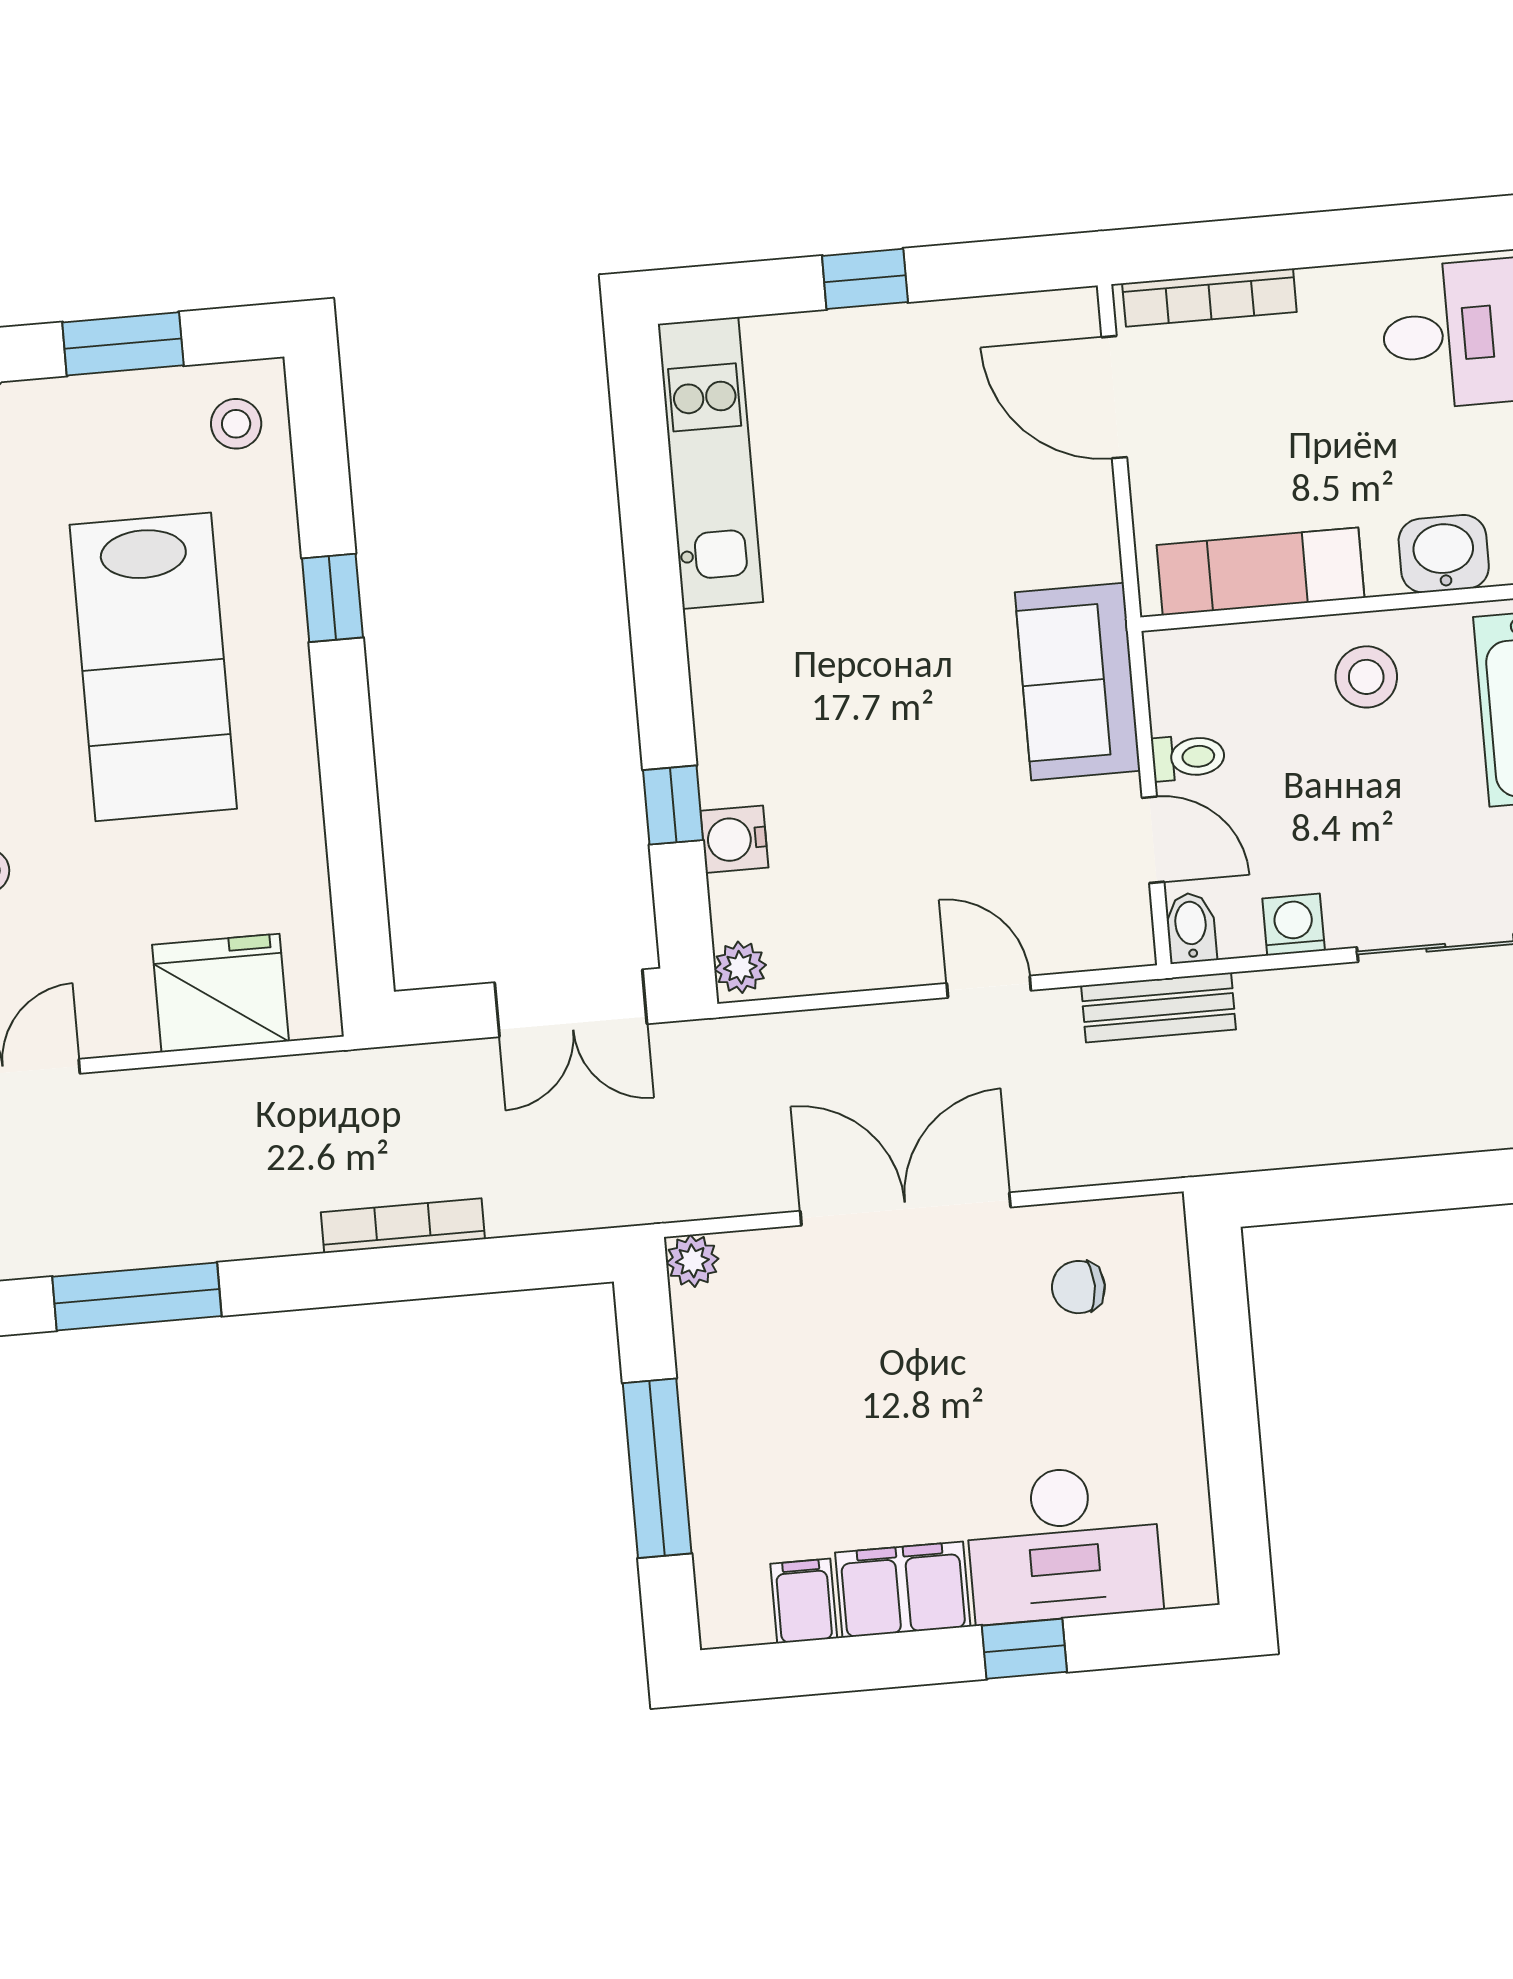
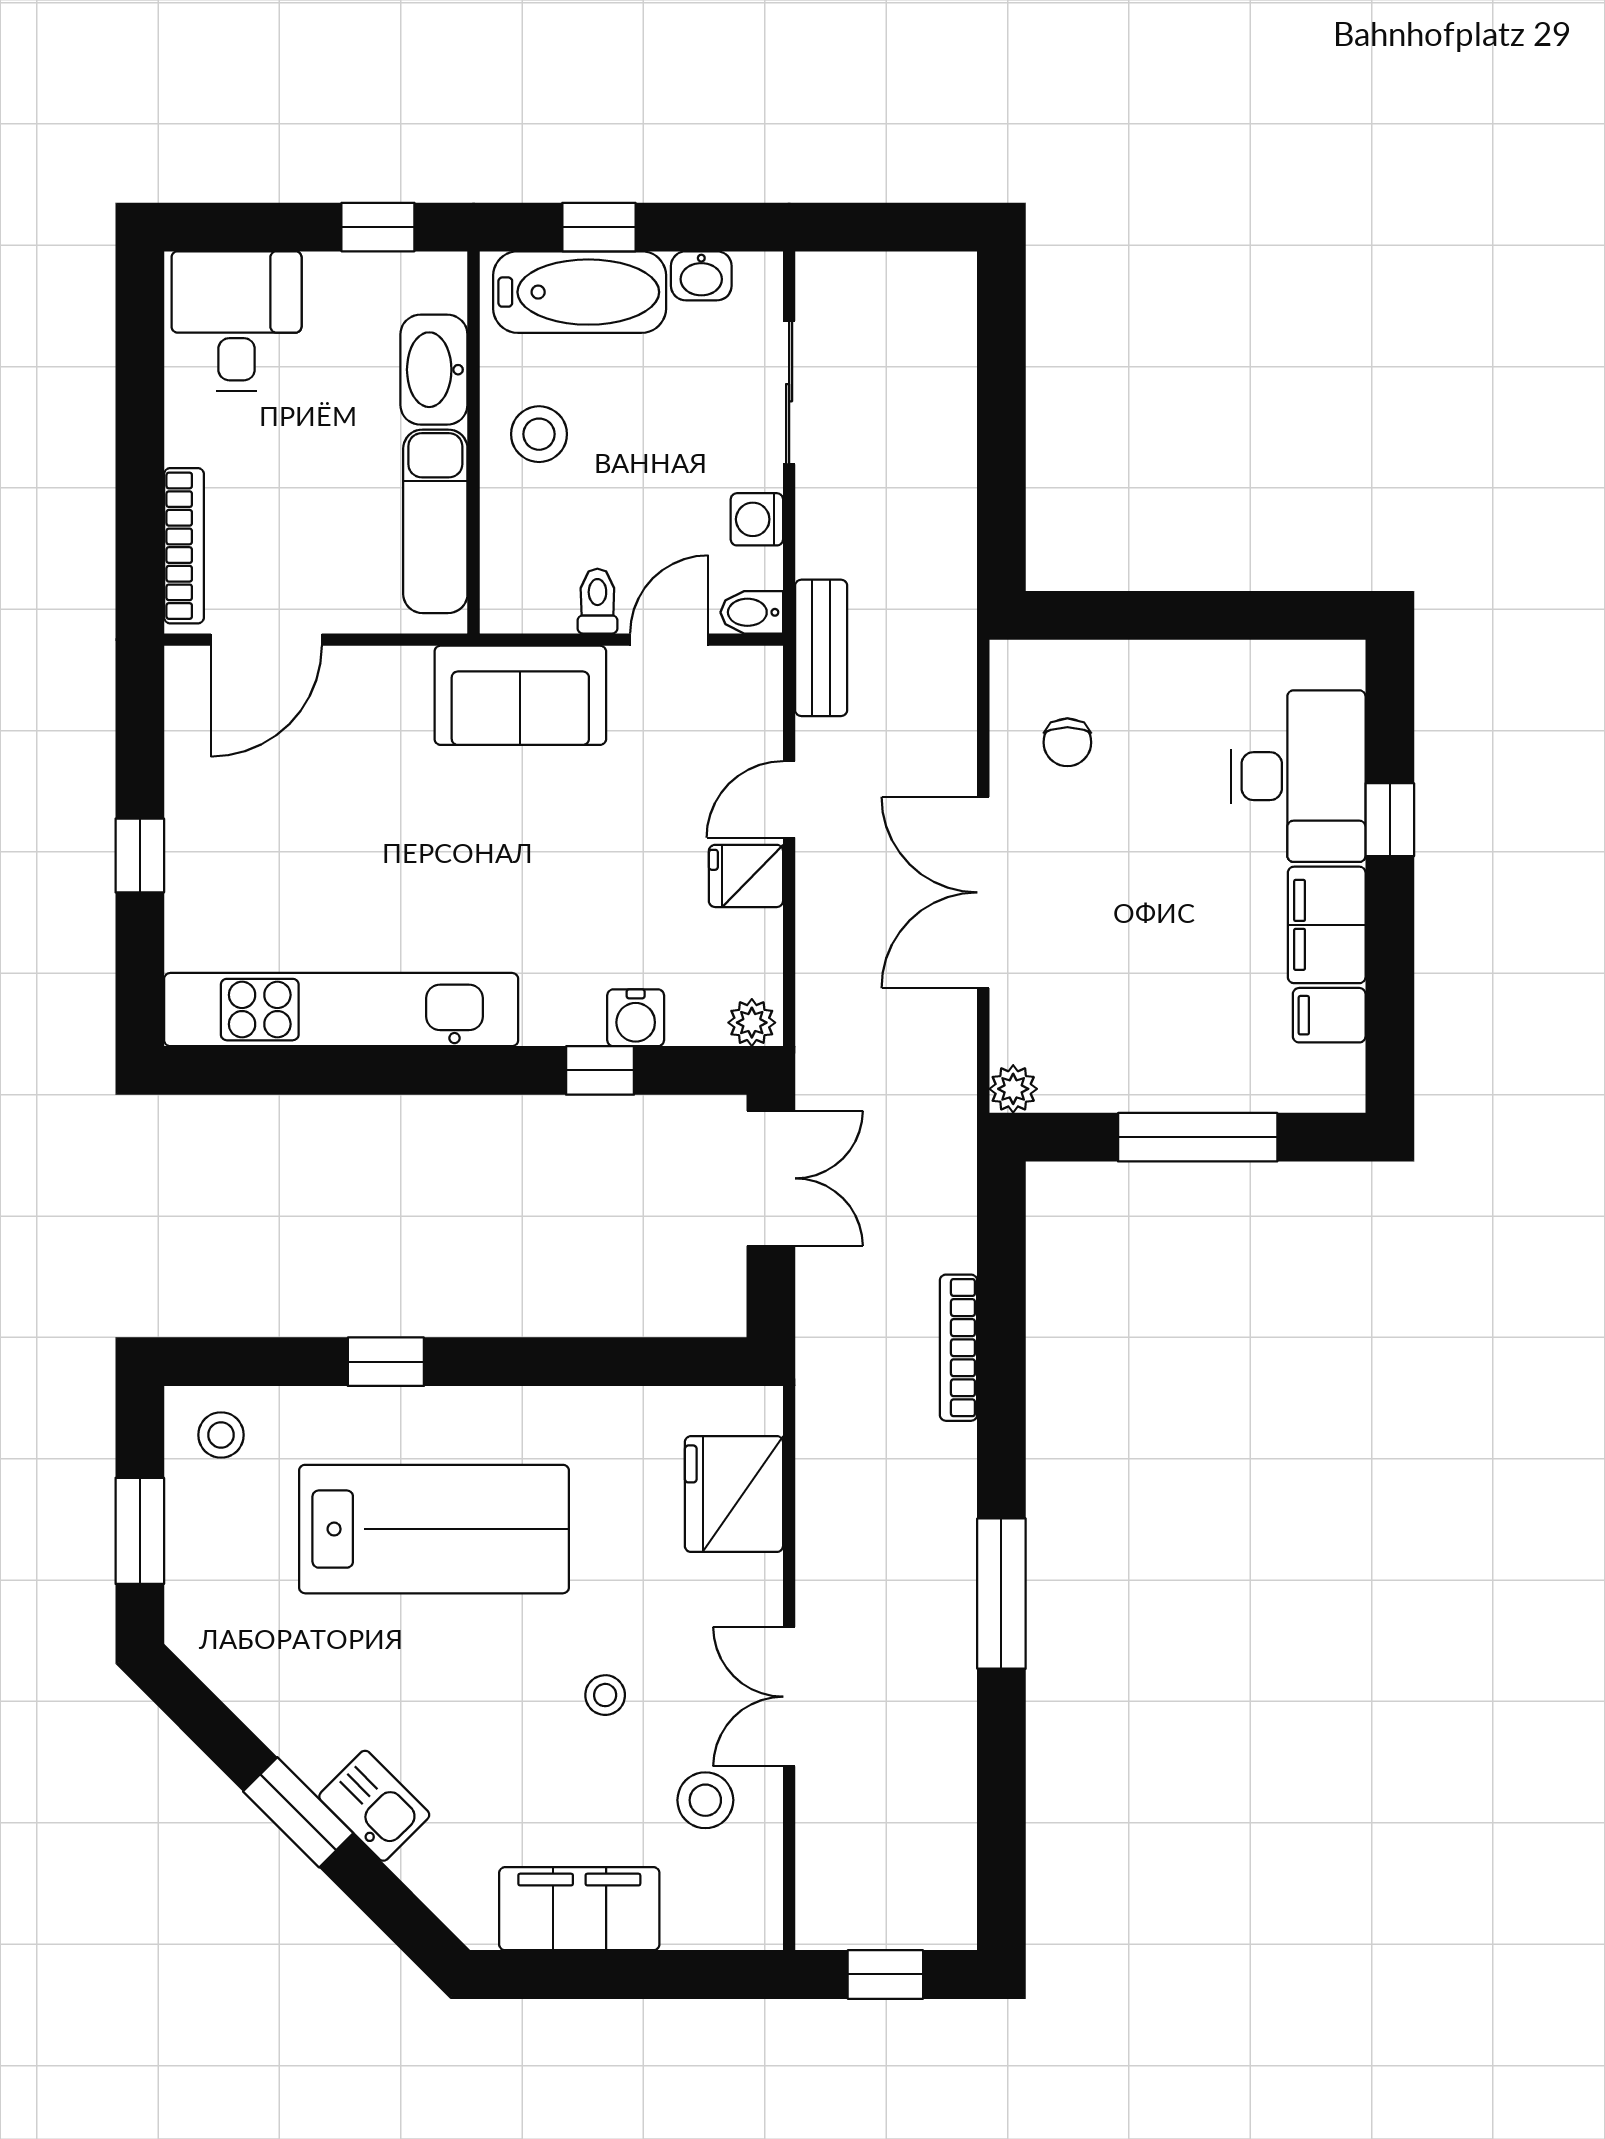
kitchen unit: (710, 463) -> (341, 1010), width x1.36
washbasin: (1444, 554) -> (434, 370), width x1.38
fridge: (901, 947) -> (746, 876), added

